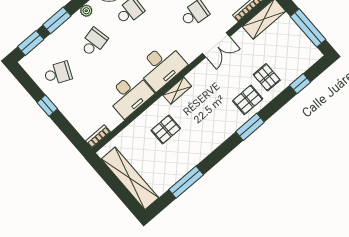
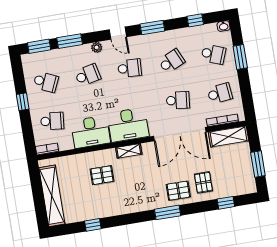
window: (308, 28) -> (258, 164), width x0.69
double door: (216, 45) -> (180, 134), width x1.87
school desk: (87, 107) -> (52, 121), added
window: (186, 182) -> (93, 225), width x0.46

